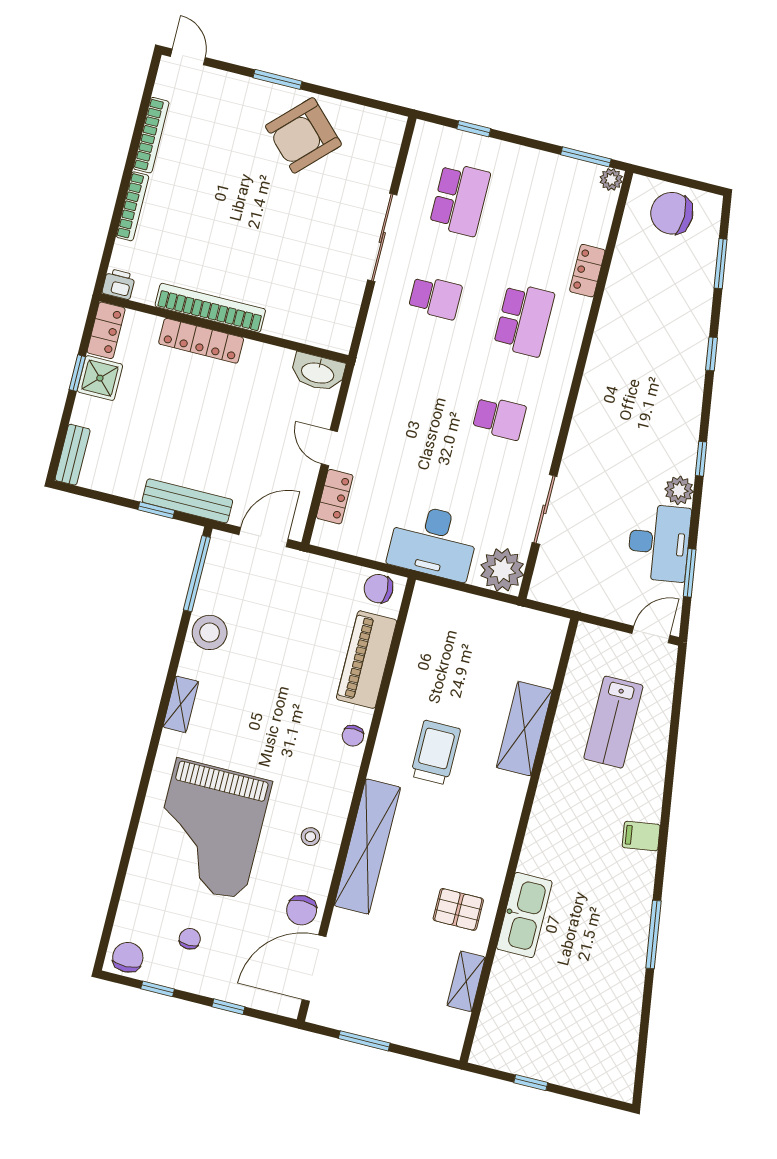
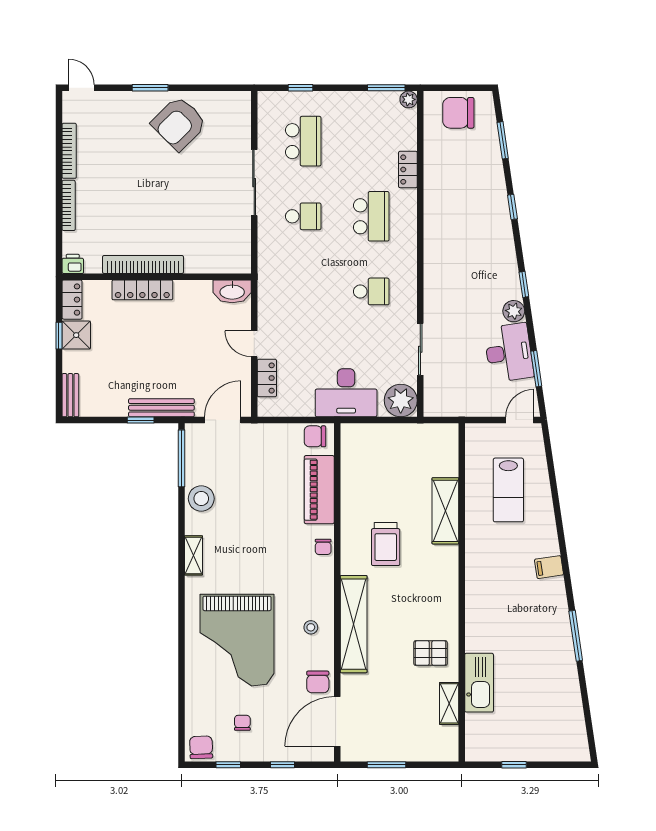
trolley: (435, 752) -> (386, 544), turned 180
kitchen sink: (524, 915) -> (479, 683), moved

